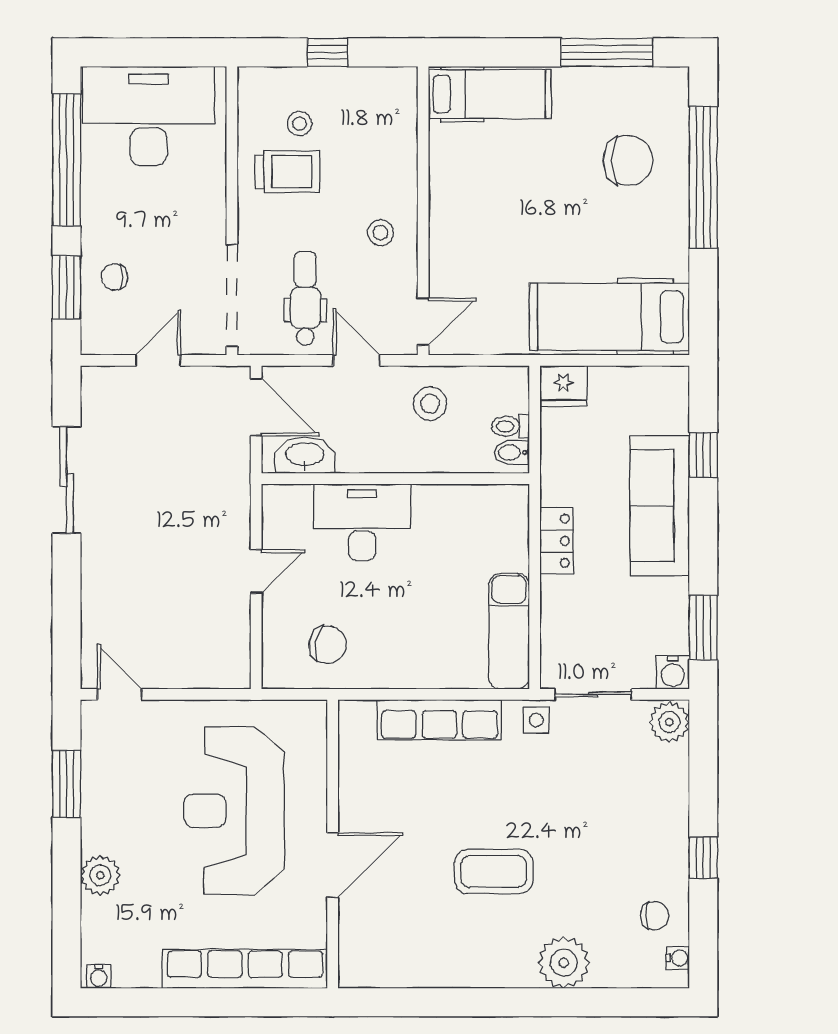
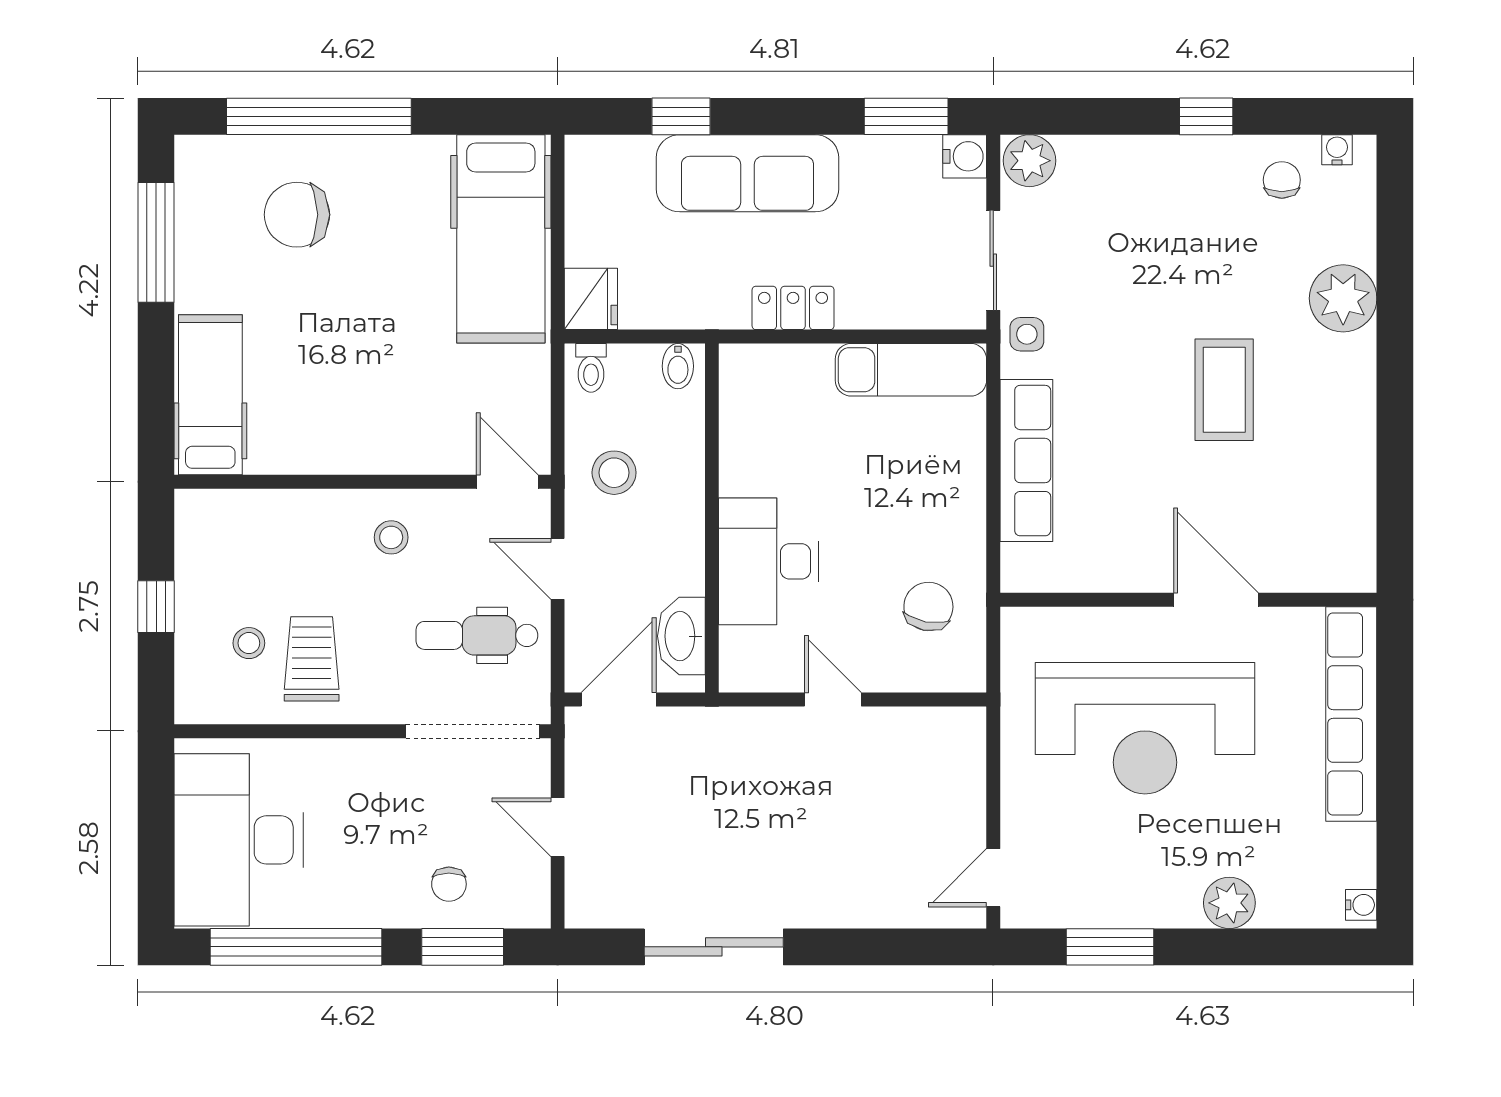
chair: (628, 160) -> (297, 215), turned -90
door: (356, 360) -> (558, 569), hinge flipped
toilet: (511, 426) -> (591, 368), moved

